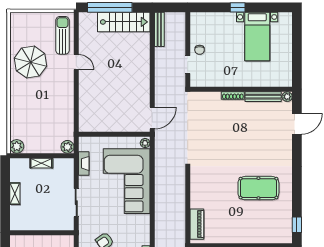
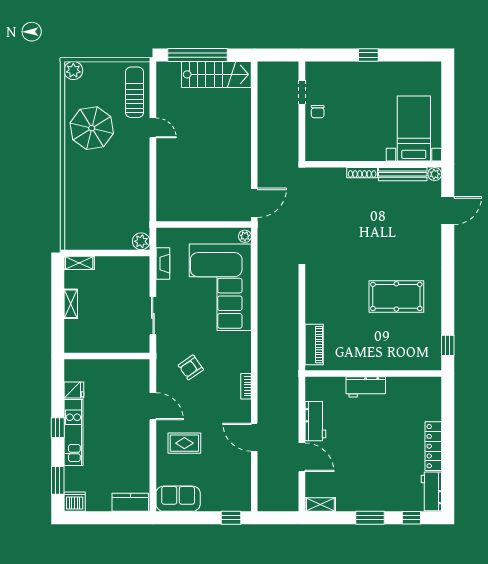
bench: (159, 29) -> (264, 84), removed
bed with nightstands: (257, 36) -> (414, 129), moved, turned 180
doorway: (188, 65) -> (302, 92), moved
plant: (17, 146) -> (73, 70), moved
shelving: (41, 163) -> (79, 263), moved

